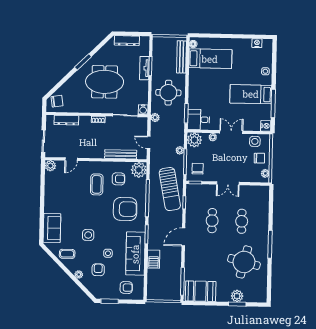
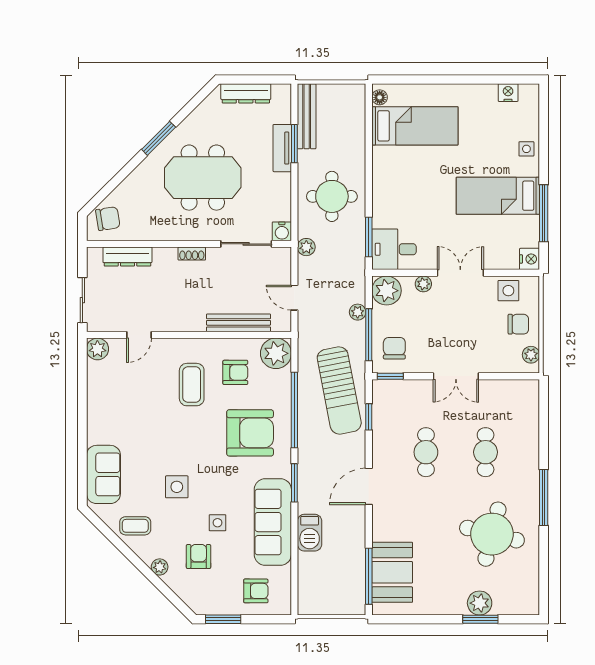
bench: (181, 57) -> (307, 116), moved
booth: (201, 291) -> (392, 572), moved, turned 90

